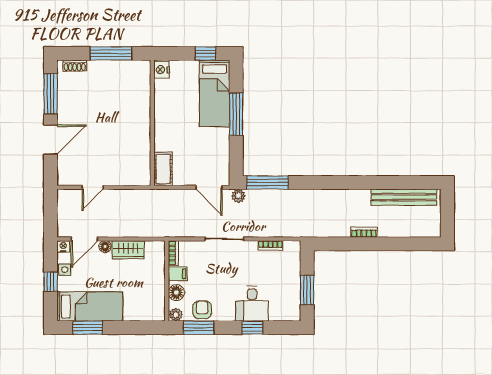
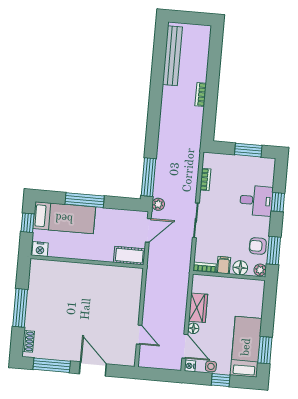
nightstand: (162, 70) -> (40, 249), moved
wall: (152, 123) -> (87, 262), moved
cot: (163, 169) -> (129, 256), moved

